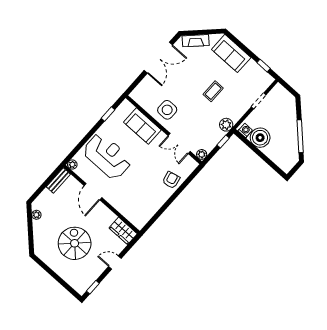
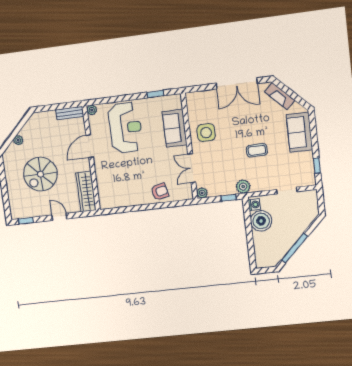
plant: (36, 215) -> (18, 140), moved
wardrobe: (123, 231) -> (86, 191), width x1.50
spiral stairs: (75, 243) -> (40, 174), turned 180

